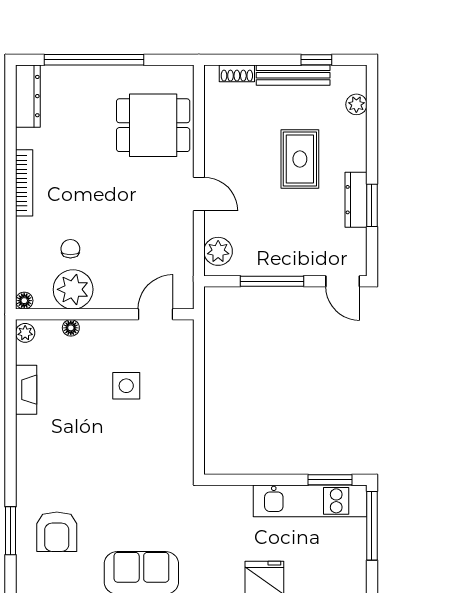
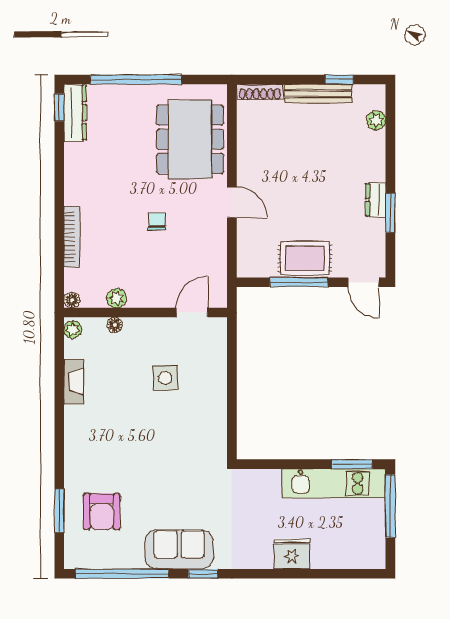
shoe rack: (237, 73) -> (260, 92), width x1.43
window: (11, 90) -> (59, 108), added
dining table: (153, 125) -> (190, 139), width x1.37
rug: (300, 159) -> (305, 258), moved, turned 90
bookcase: (24, 183) -> (72, 237), moved
dresser: (356, 200) -> (376, 200), width x0.70
chair: (70, 249) -> (157, 221), moved
plant: (218, 251) -> (249, 255), removed
plant: (73, 289) -> (117, 298), width x0.53, depth x0.53

